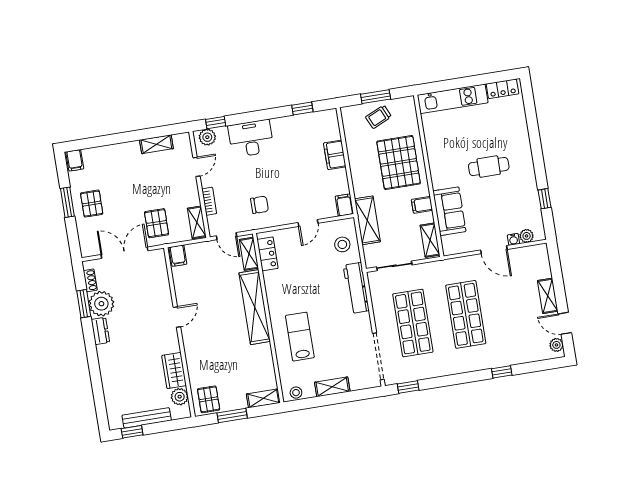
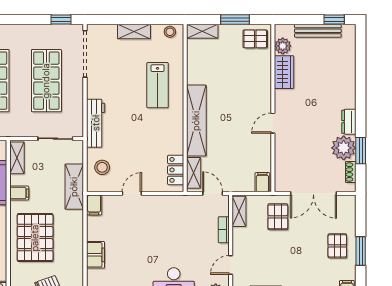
chair: (259, 205) -> (176, 218), removed
pallet: (209, 399) -> (255, 39), turned 90

